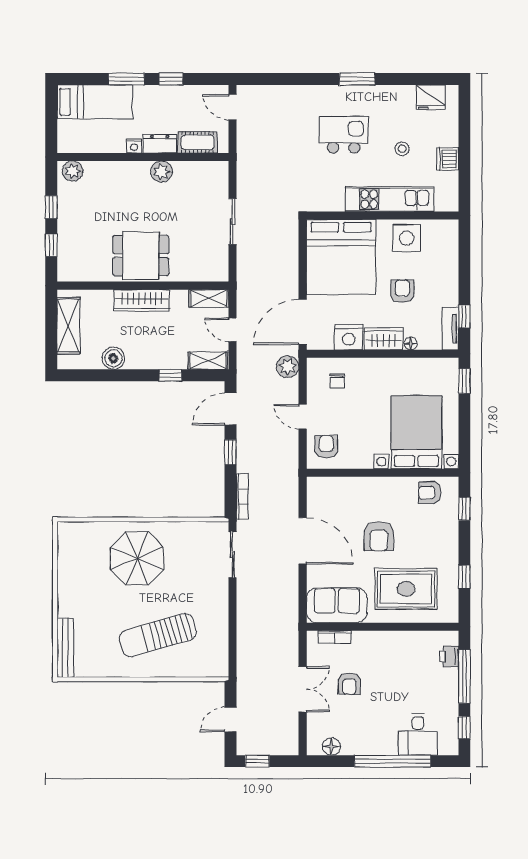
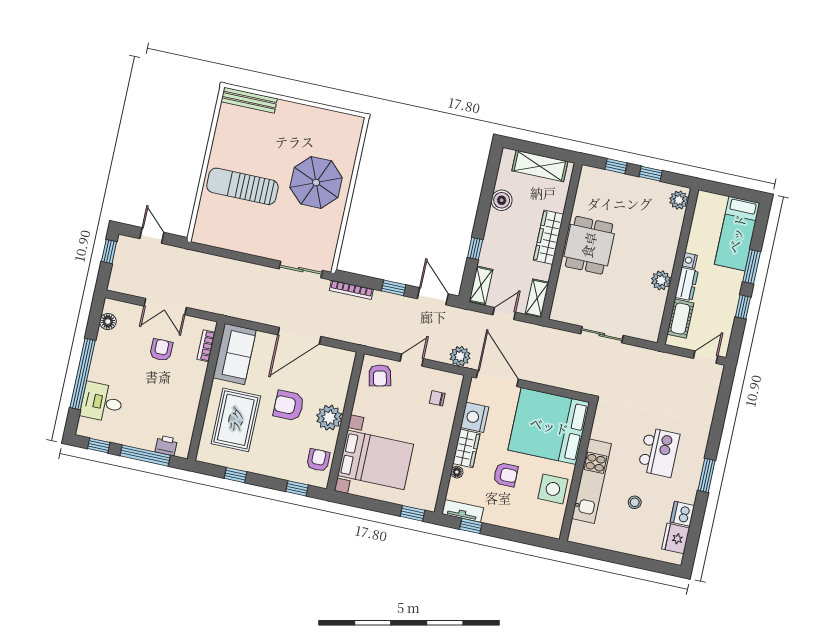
dishwasher: (448, 159) -> (682, 514), moved, turned -90
armchair: (326, 447) -> (380, 375), turned 77
plant: (382, 491) -> (329, 418), added
sun lounger: (158, 635) -> (242, 186), turned -74
armchair: (349, 684) -> (161, 350), turned 90

